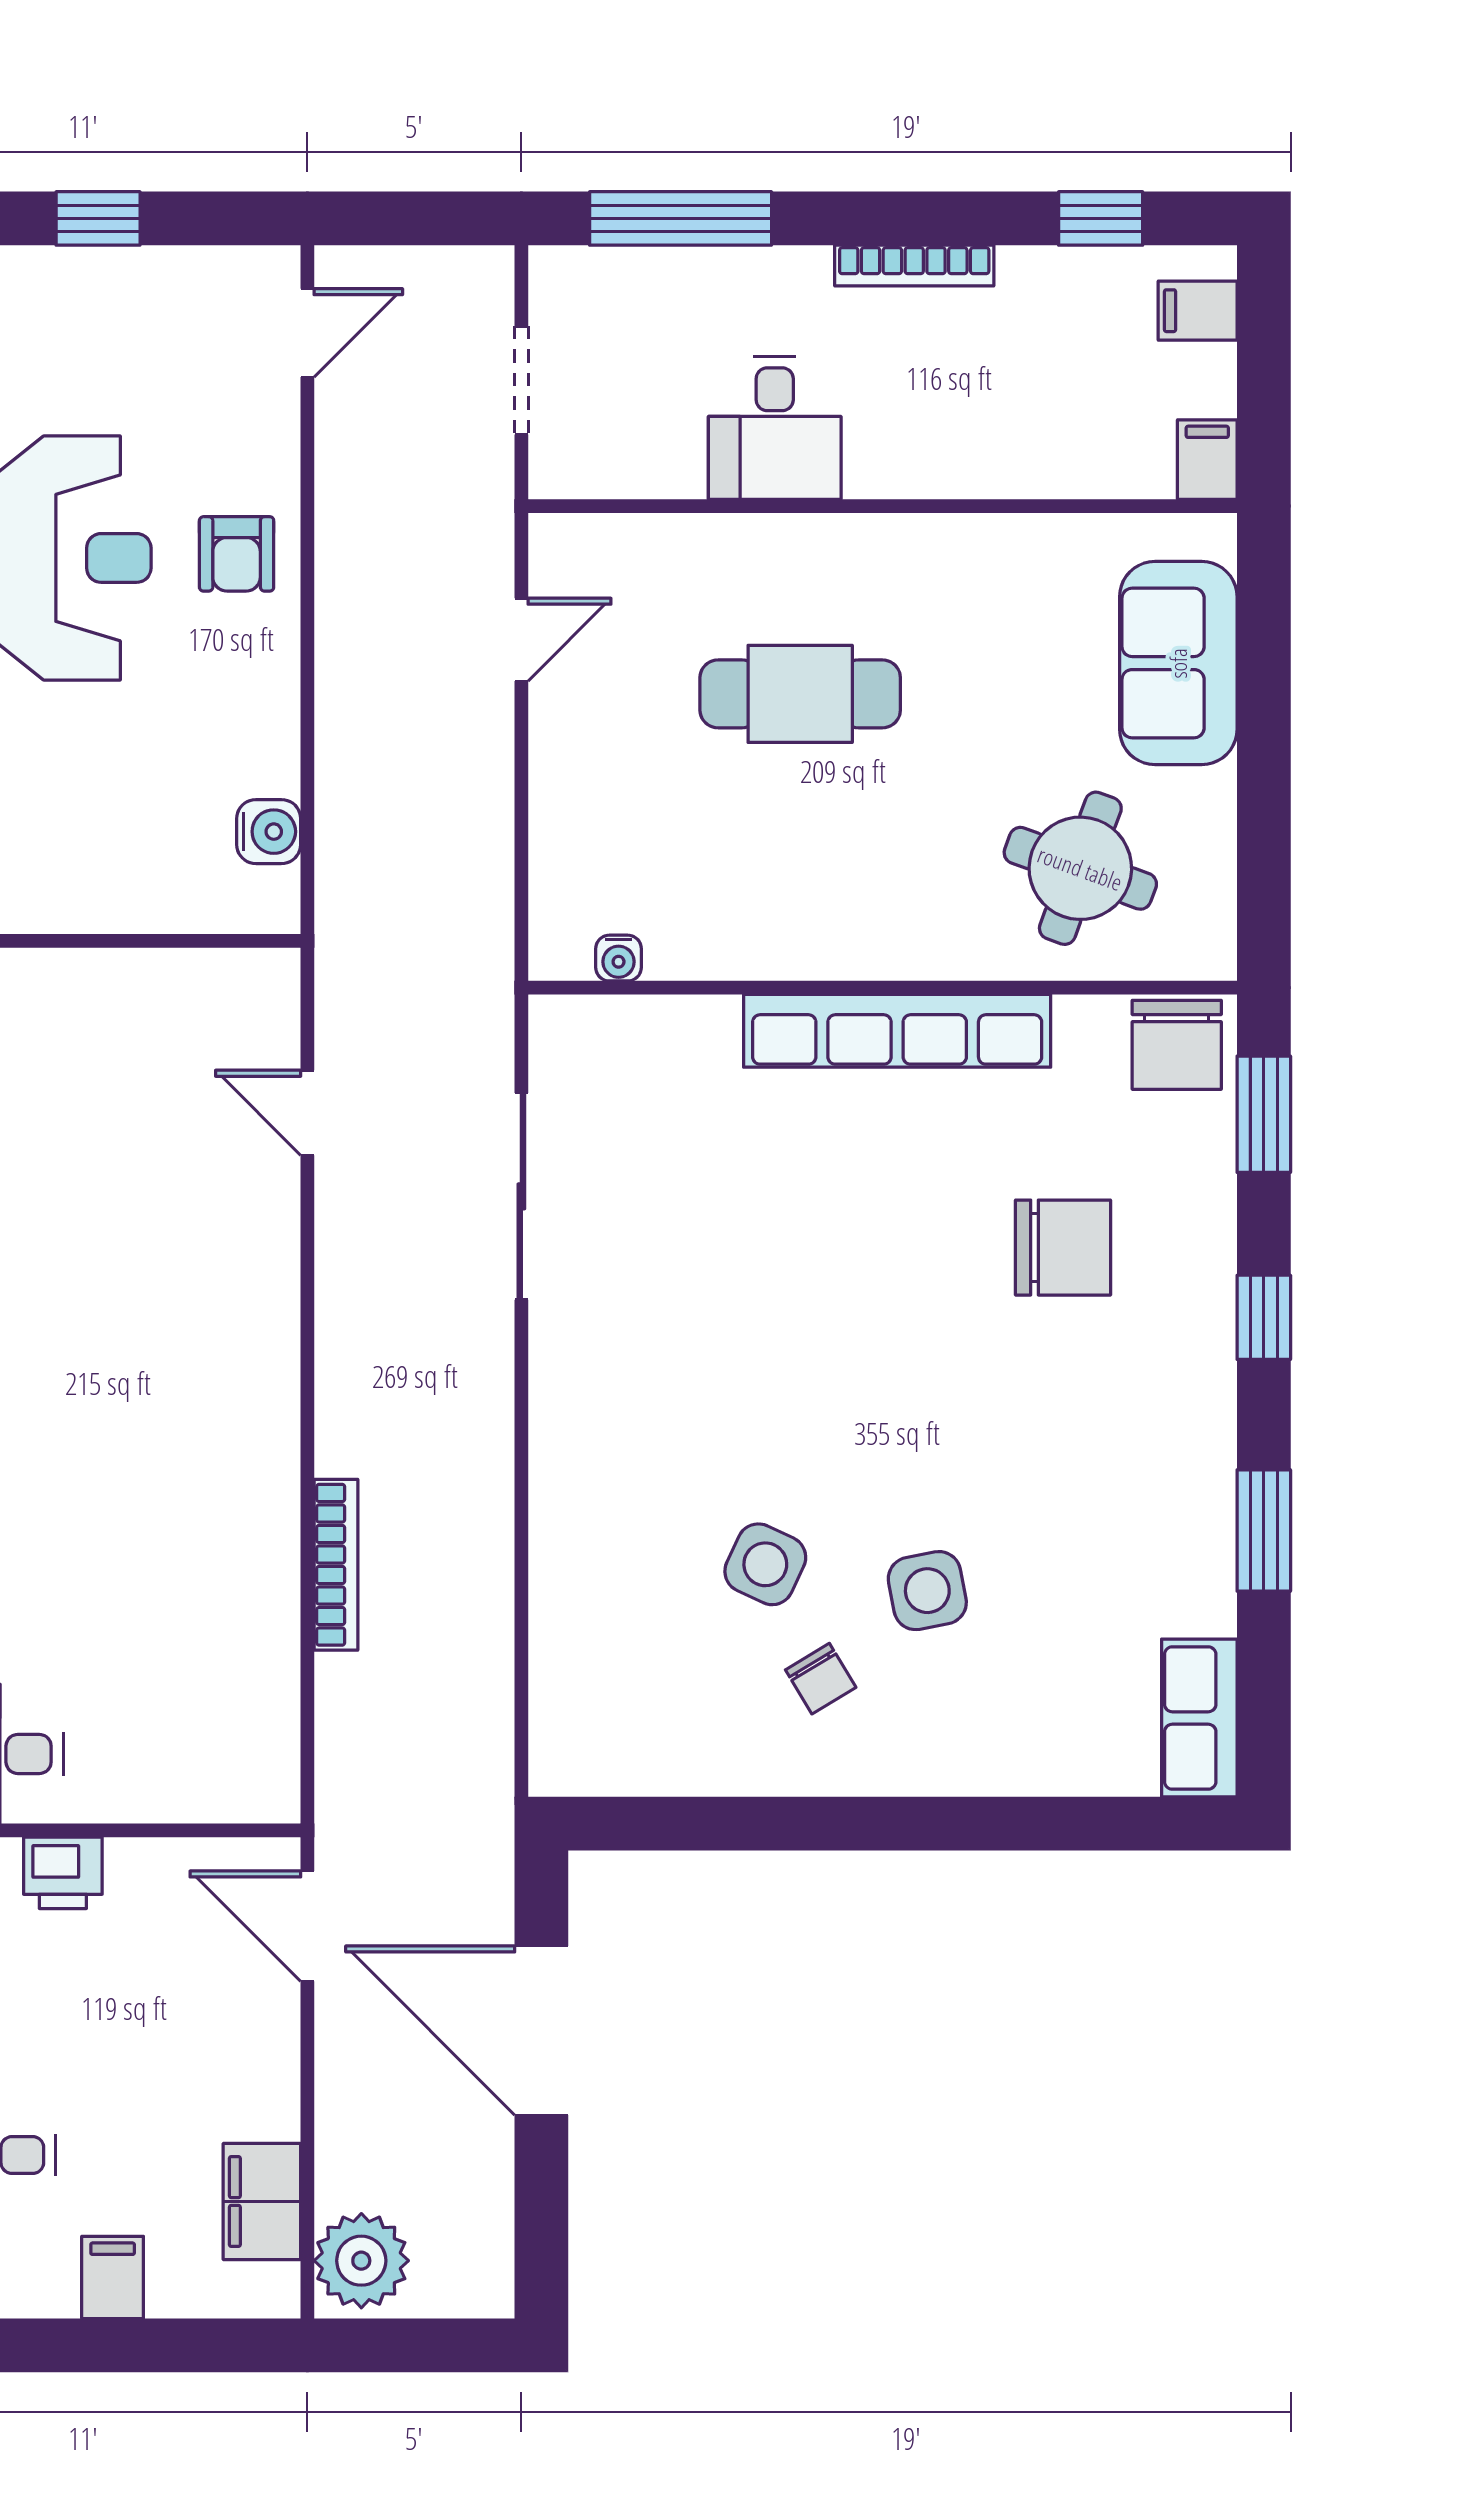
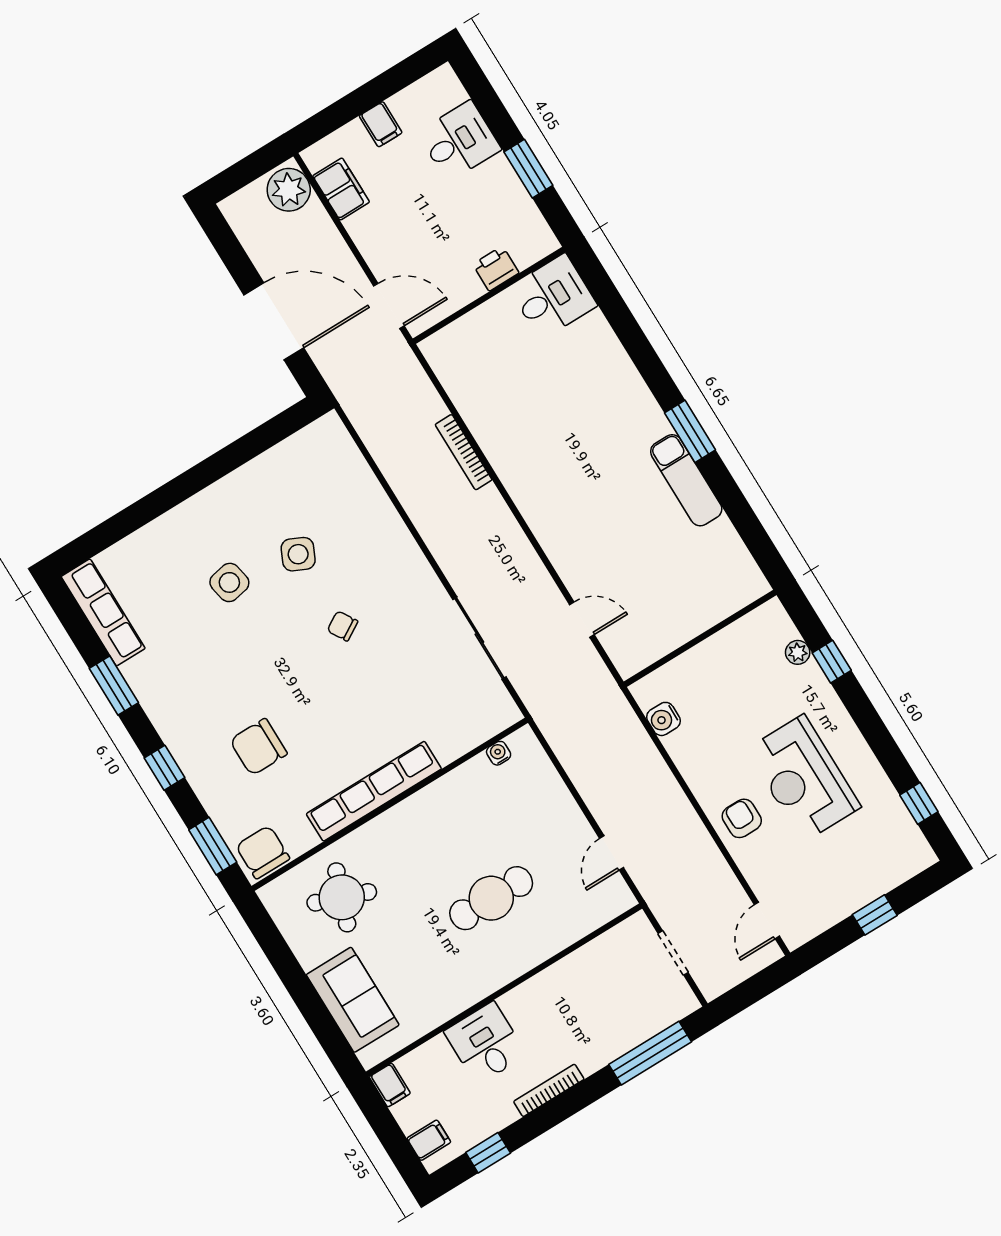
desk: (775, 428) -> (485, 1043), moved
chair: (821, 1679) -> (342, 626), moved
row of seats: (1199, 1718) -> (103, 612), width x1.48

